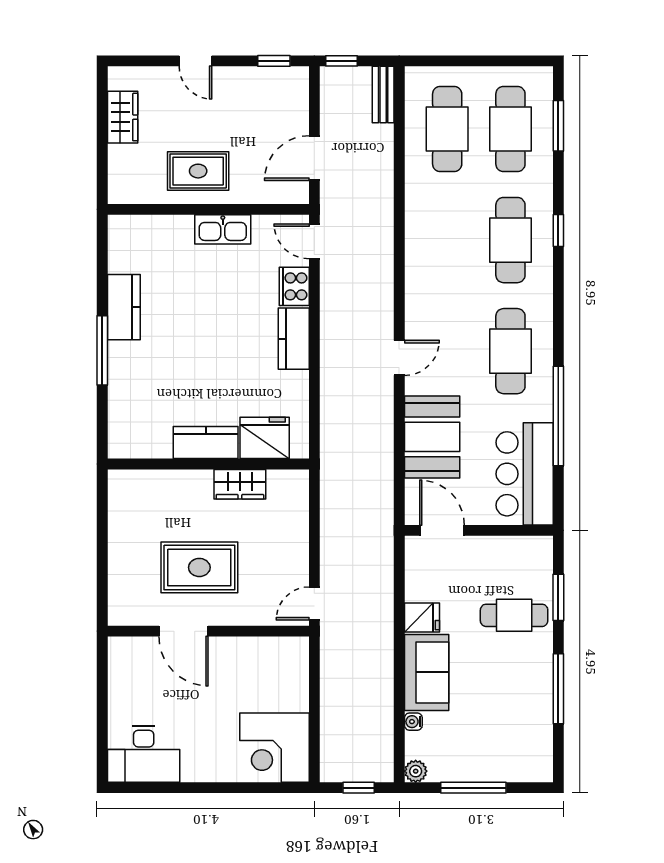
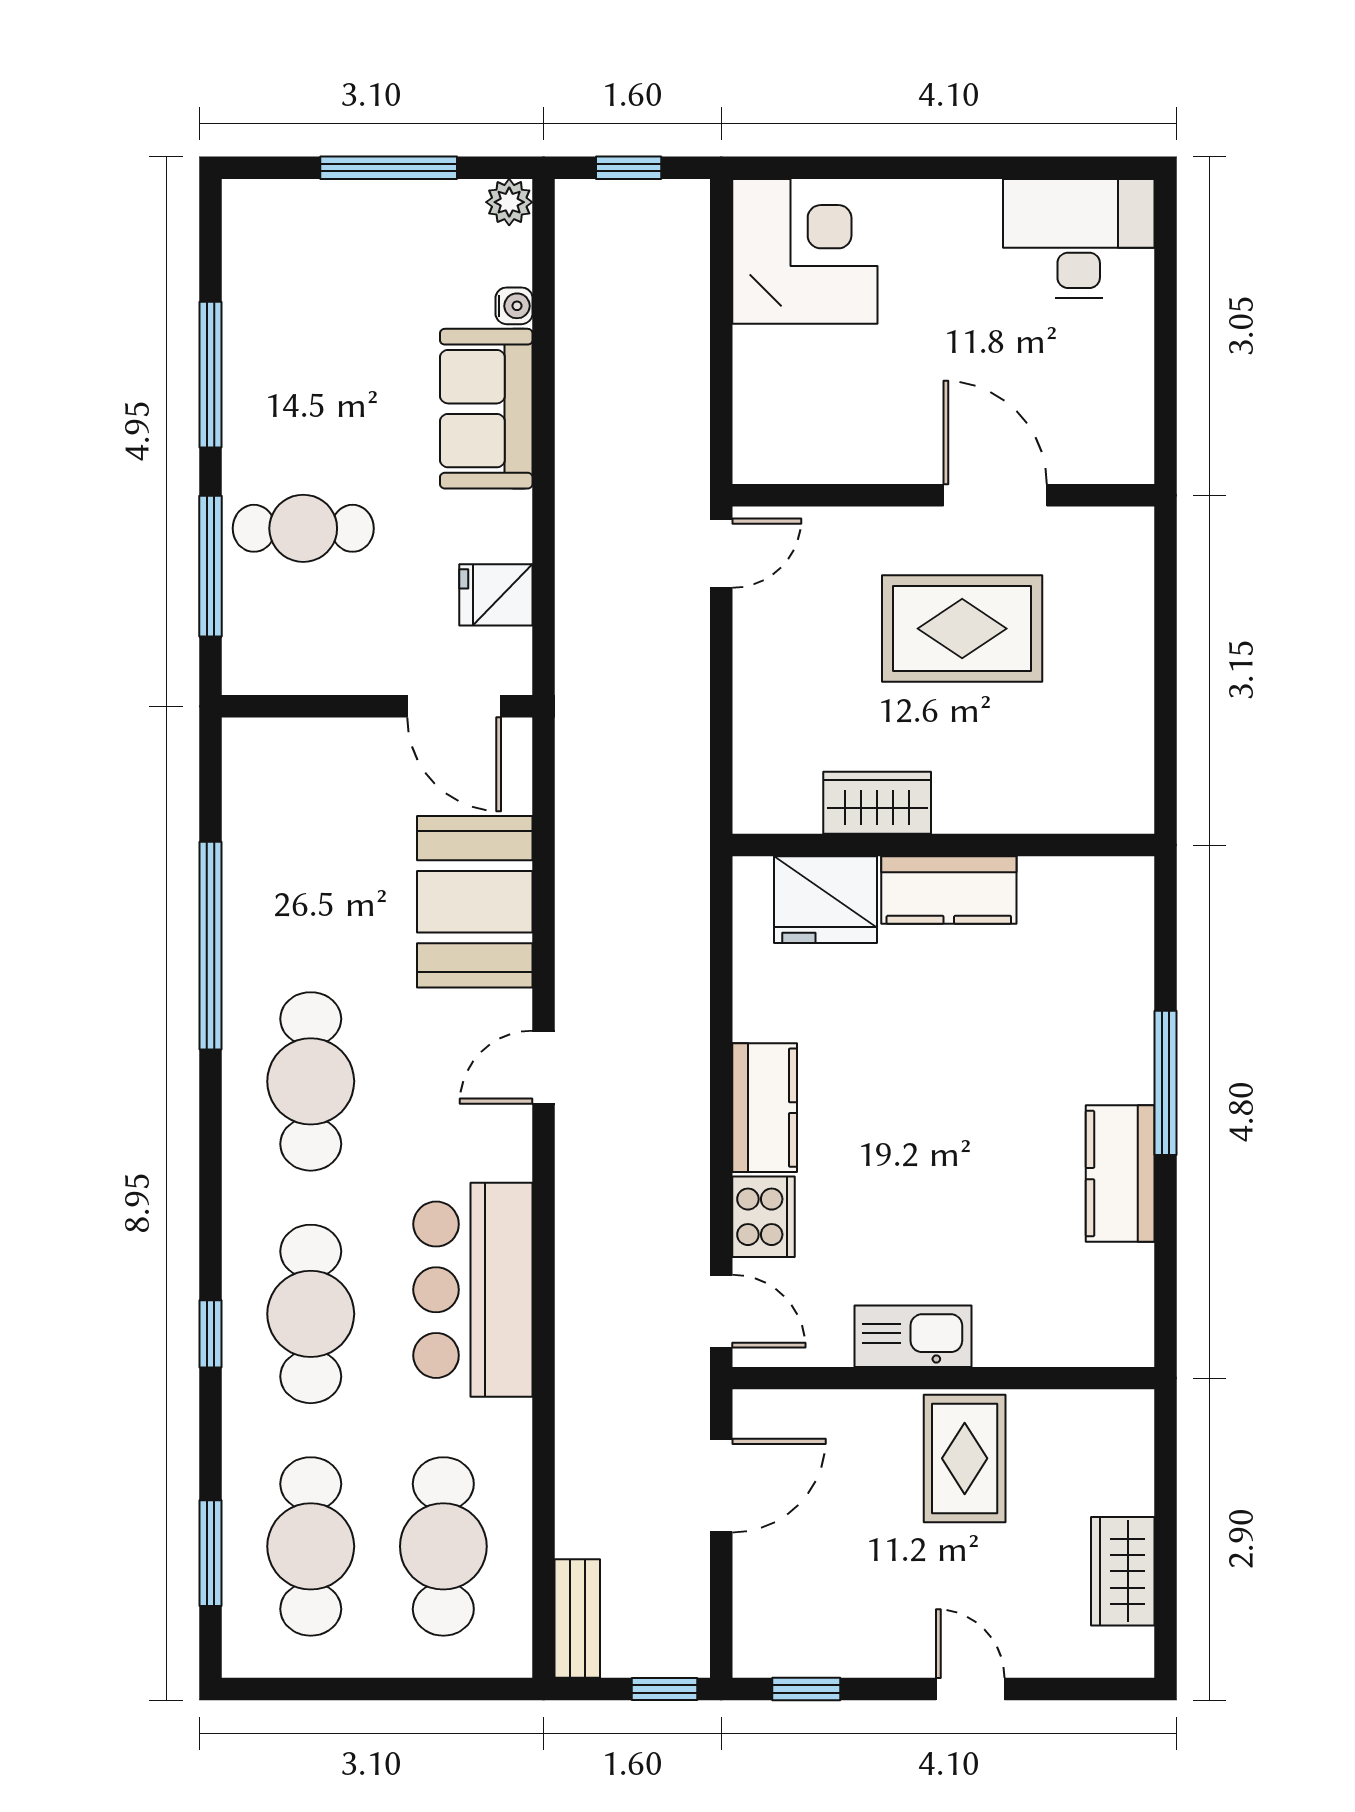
rug: (198, 171) -> (965, 1458), turned 90
bar counter: (525, 474) -> (473, 1290), moved, turned 180
window: (558, 597) -> (210, 566), width x1.44
fridge: (422, 618) -> (496, 595), moved

